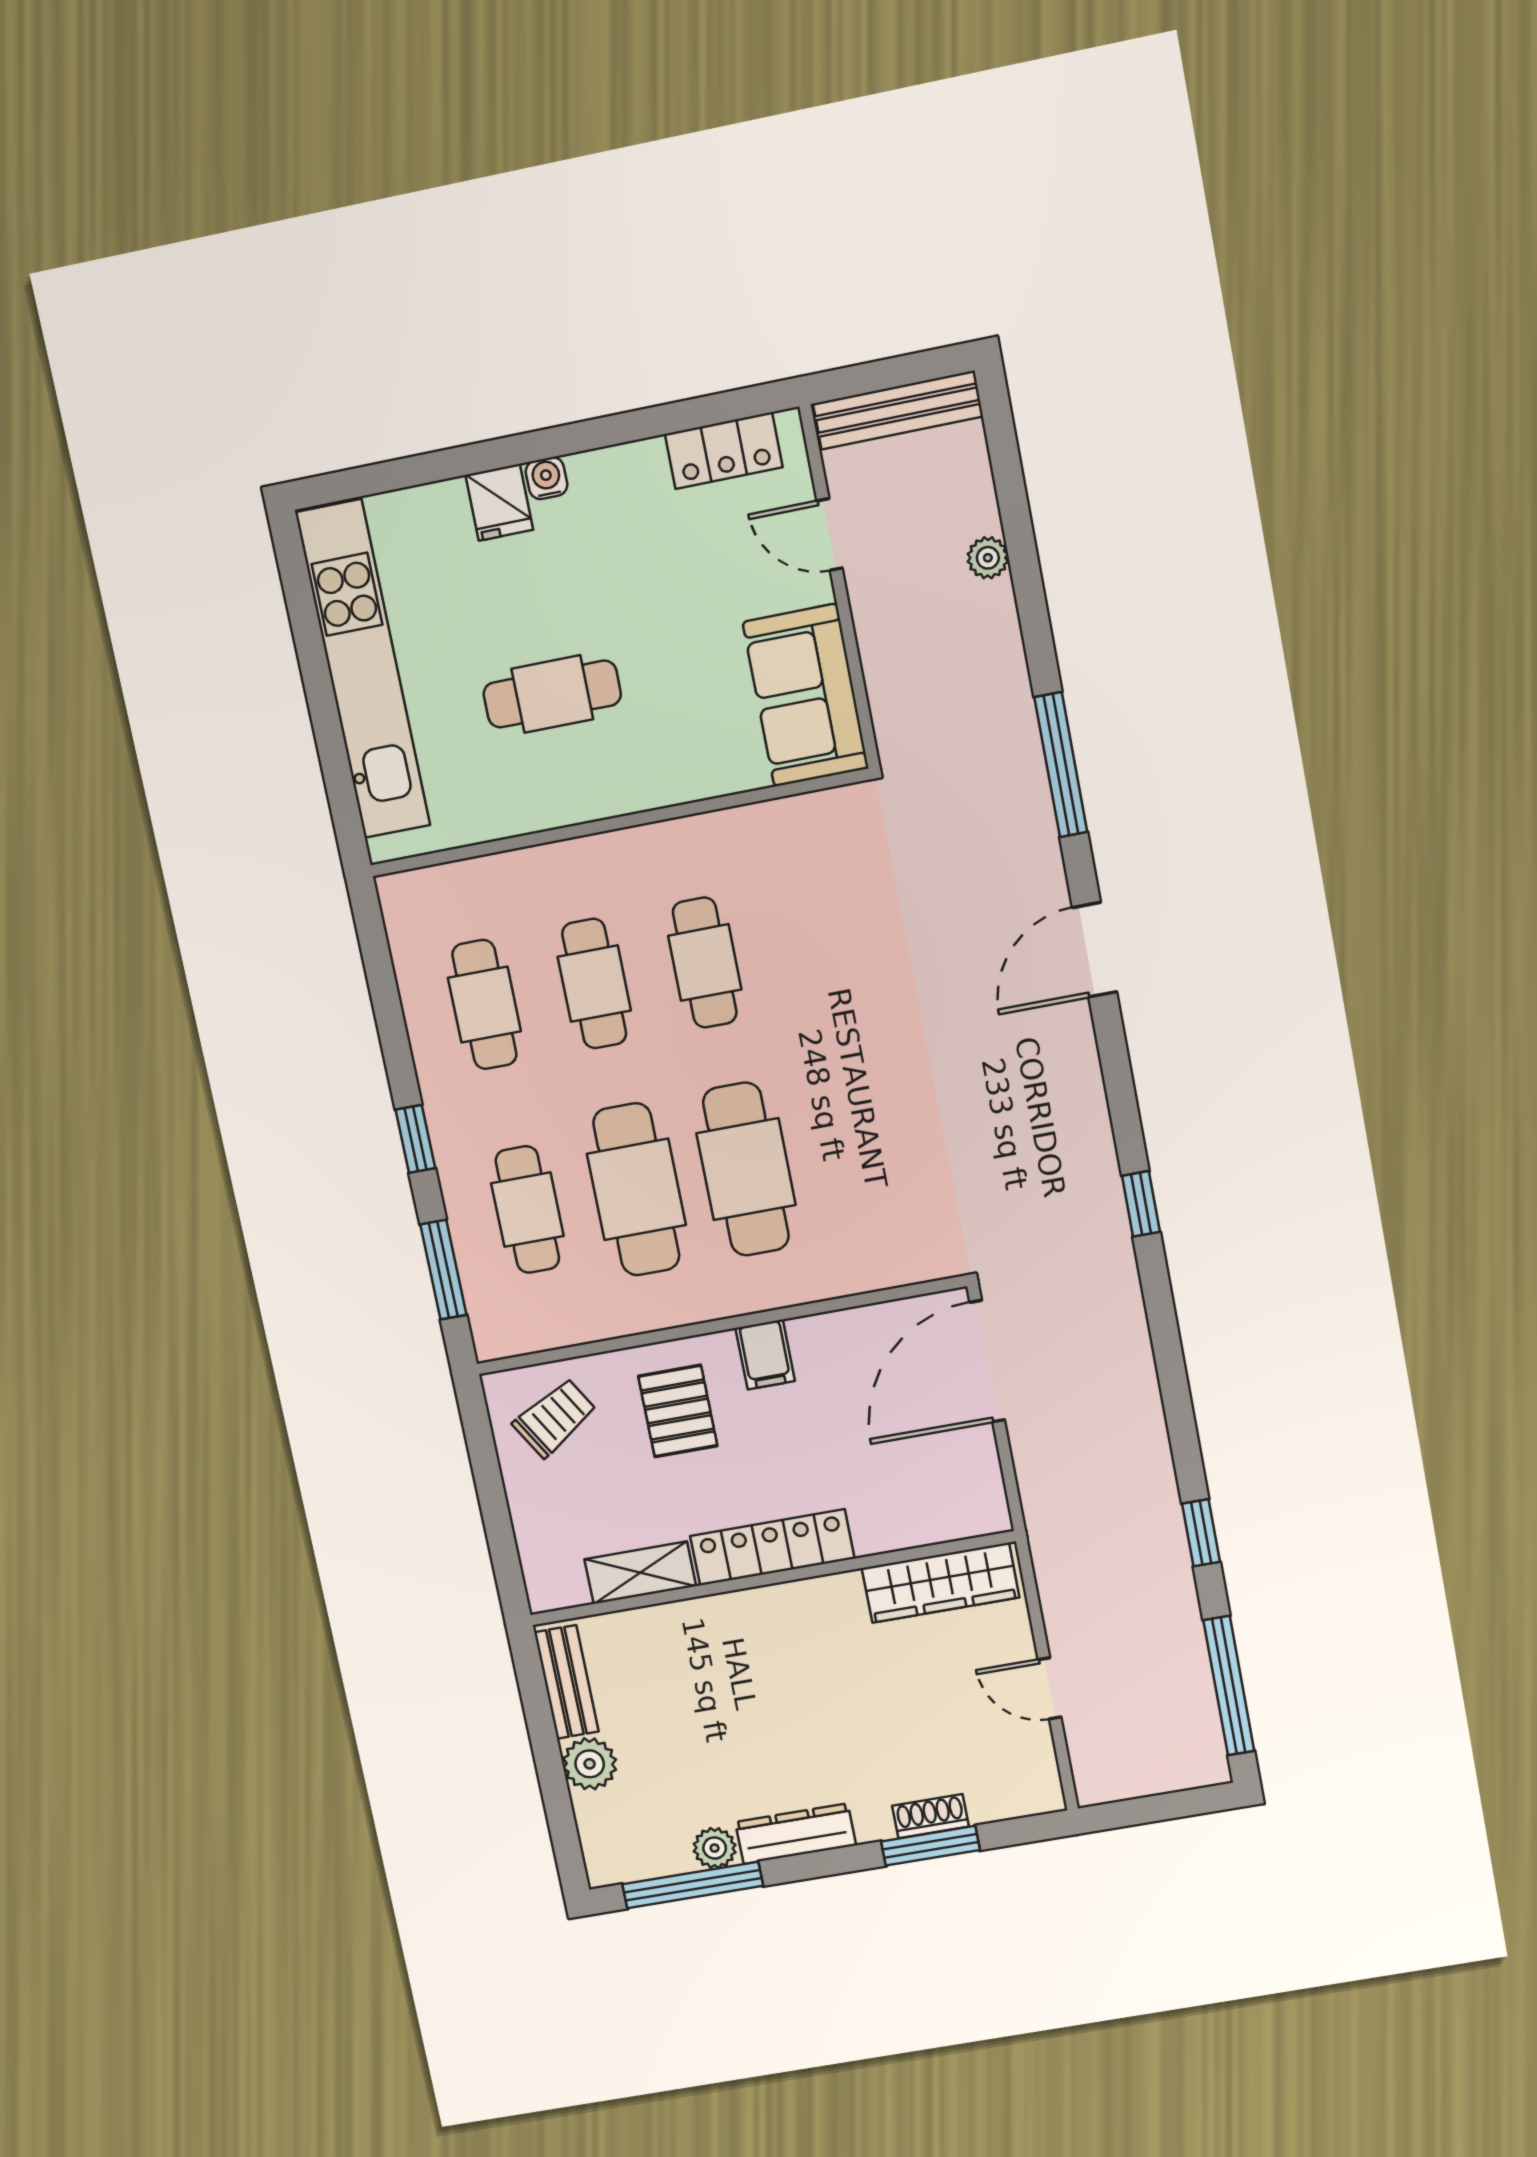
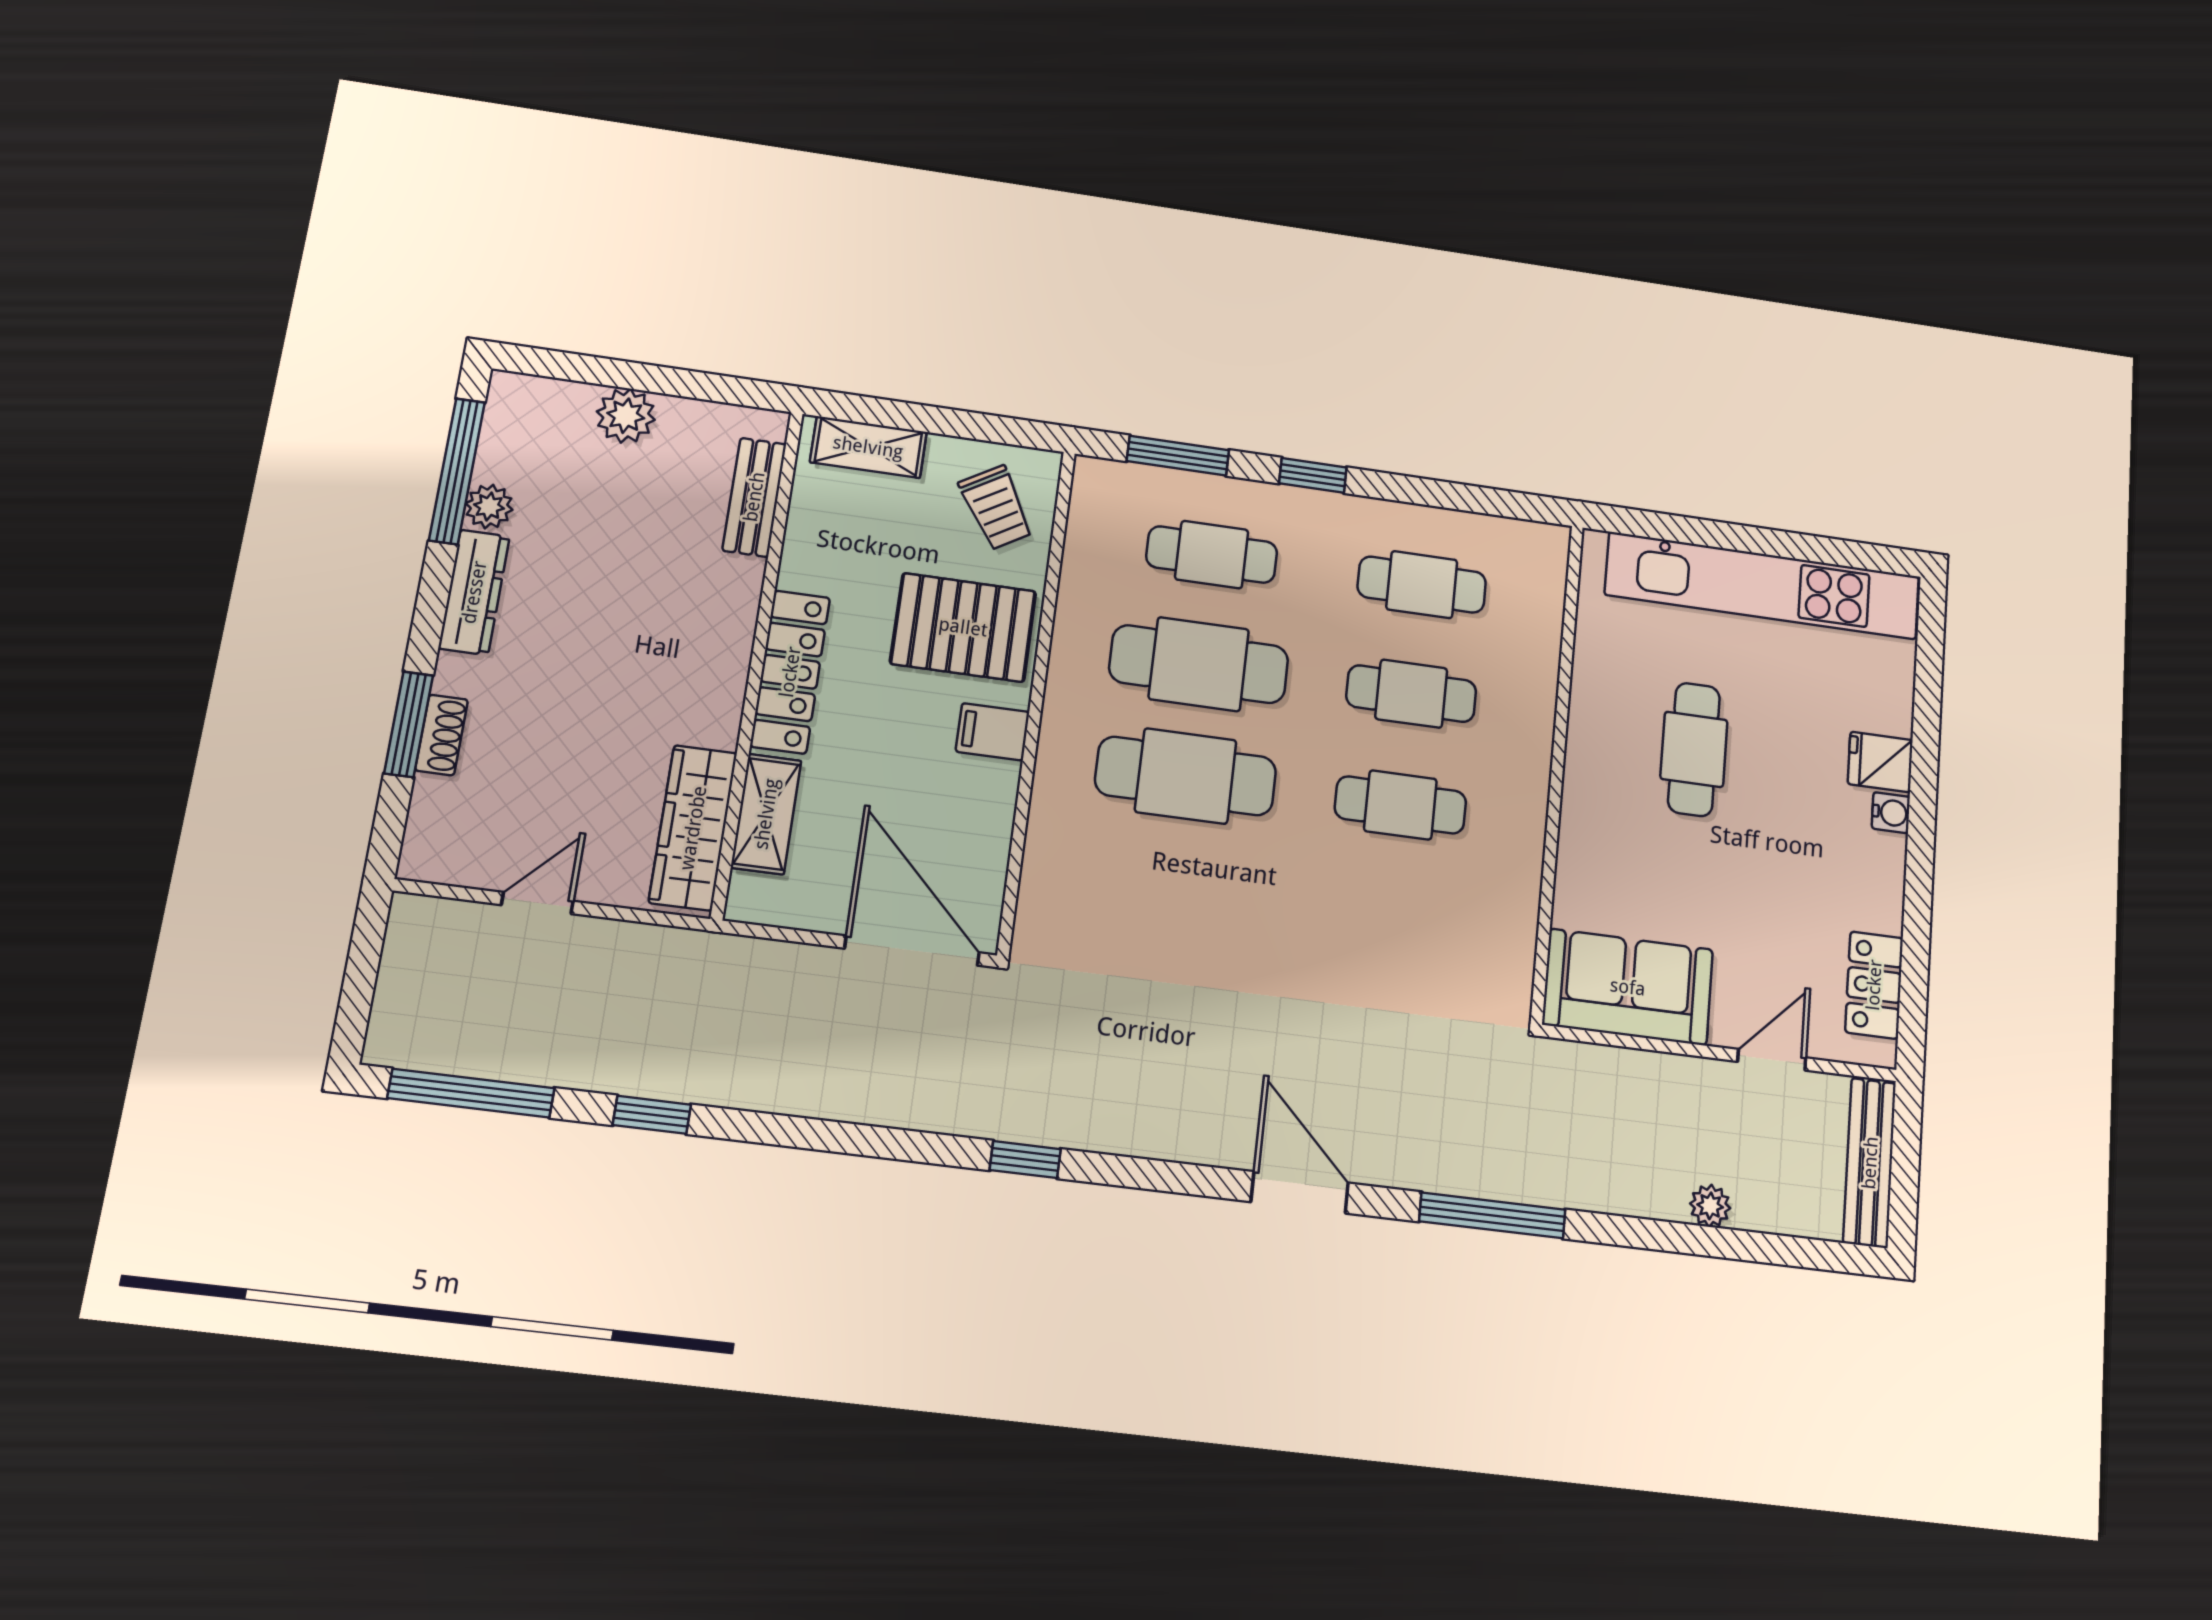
pallet: (678, 1411) -> (963, 627), width x1.50, depth x1.42
shelving: (907, 1525) -> (766, 814), added
shelving: (640, 1573) -> (868, 447), moved, turned 90
bench: (566, 1682) -> (754, 497), moved, turned 90

